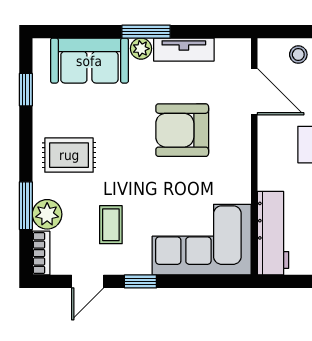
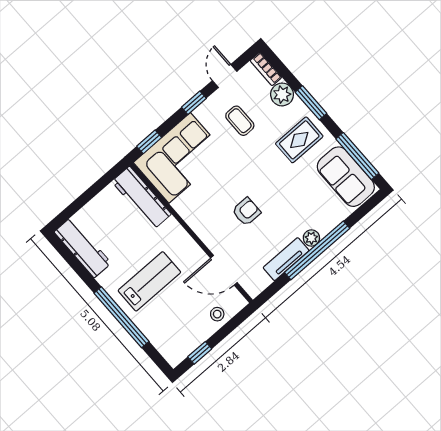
window: (146, 32) -> (317, 250), width x2.11
sofa: (89, 61) -> (346, 177), moved, turned -90
window: (26, 90) -> (357, 156), width x2.17
armchair: (182, 130) -> (246, 212), width x0.53, depth x0.53
window: (26, 206) -> (311, 103), moved
window: (218, 281) -> (149, 142), added

